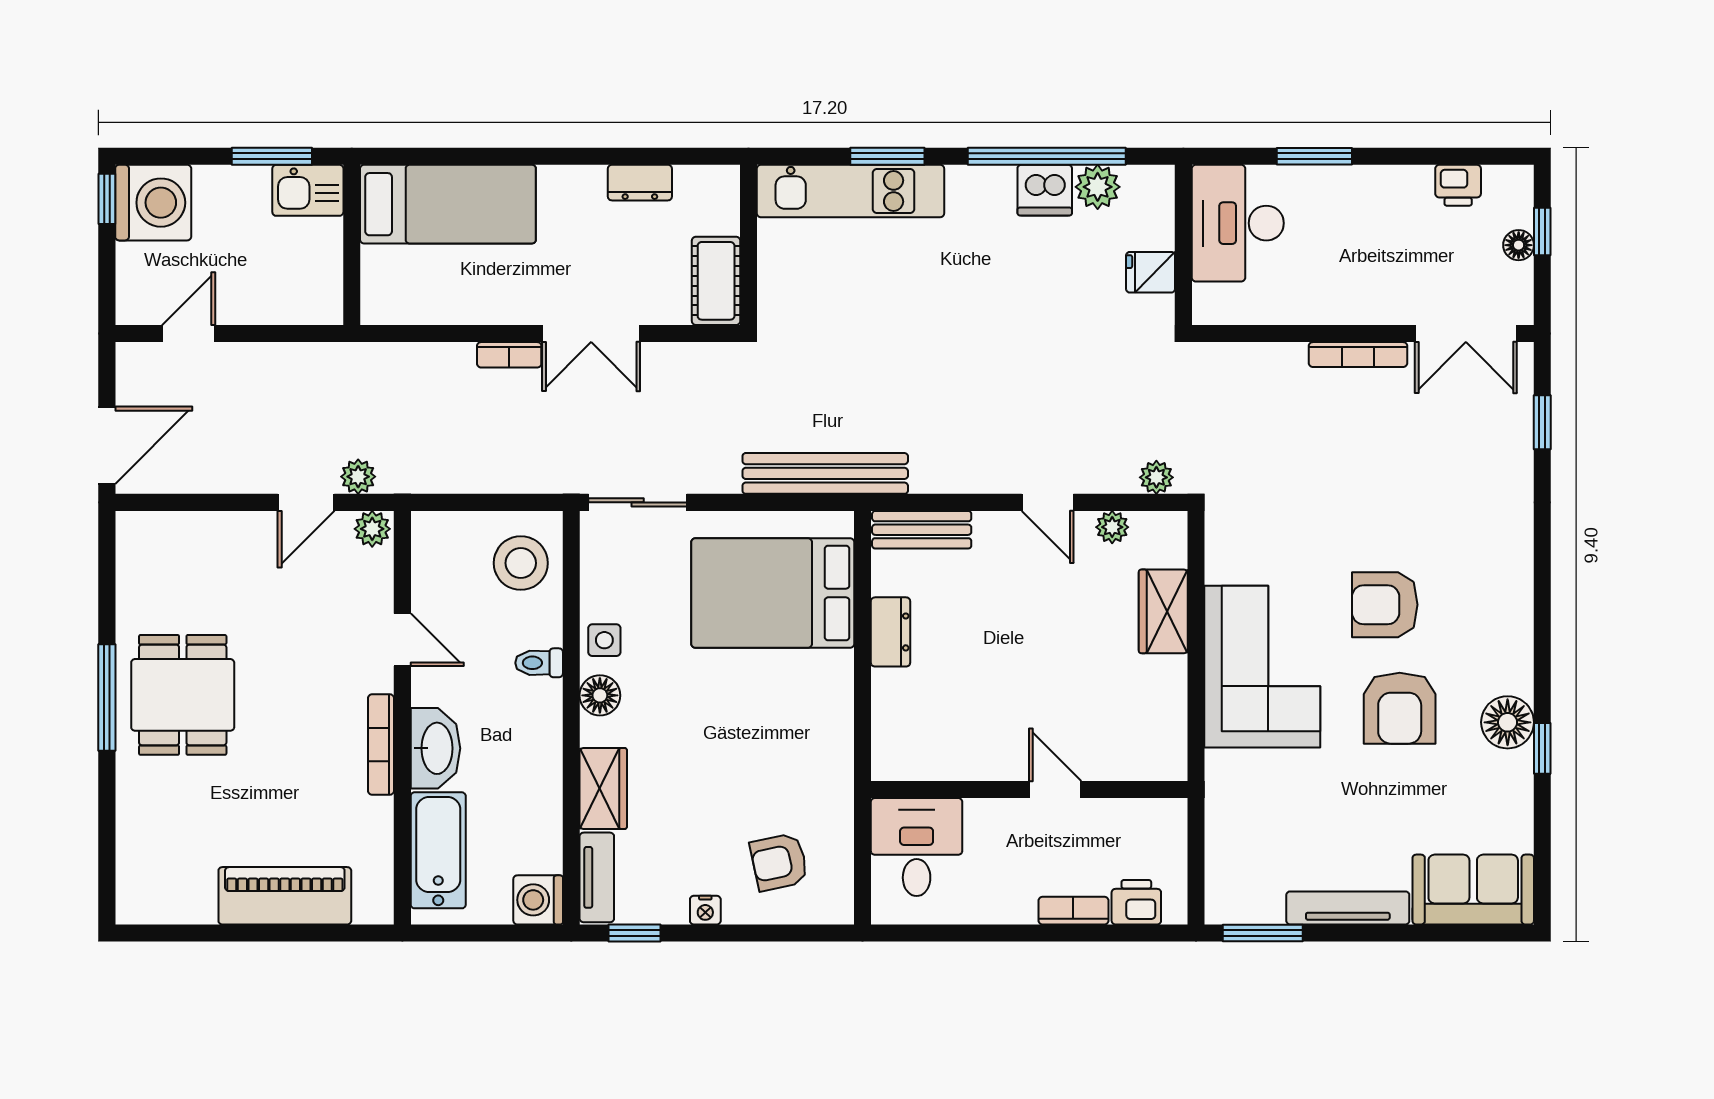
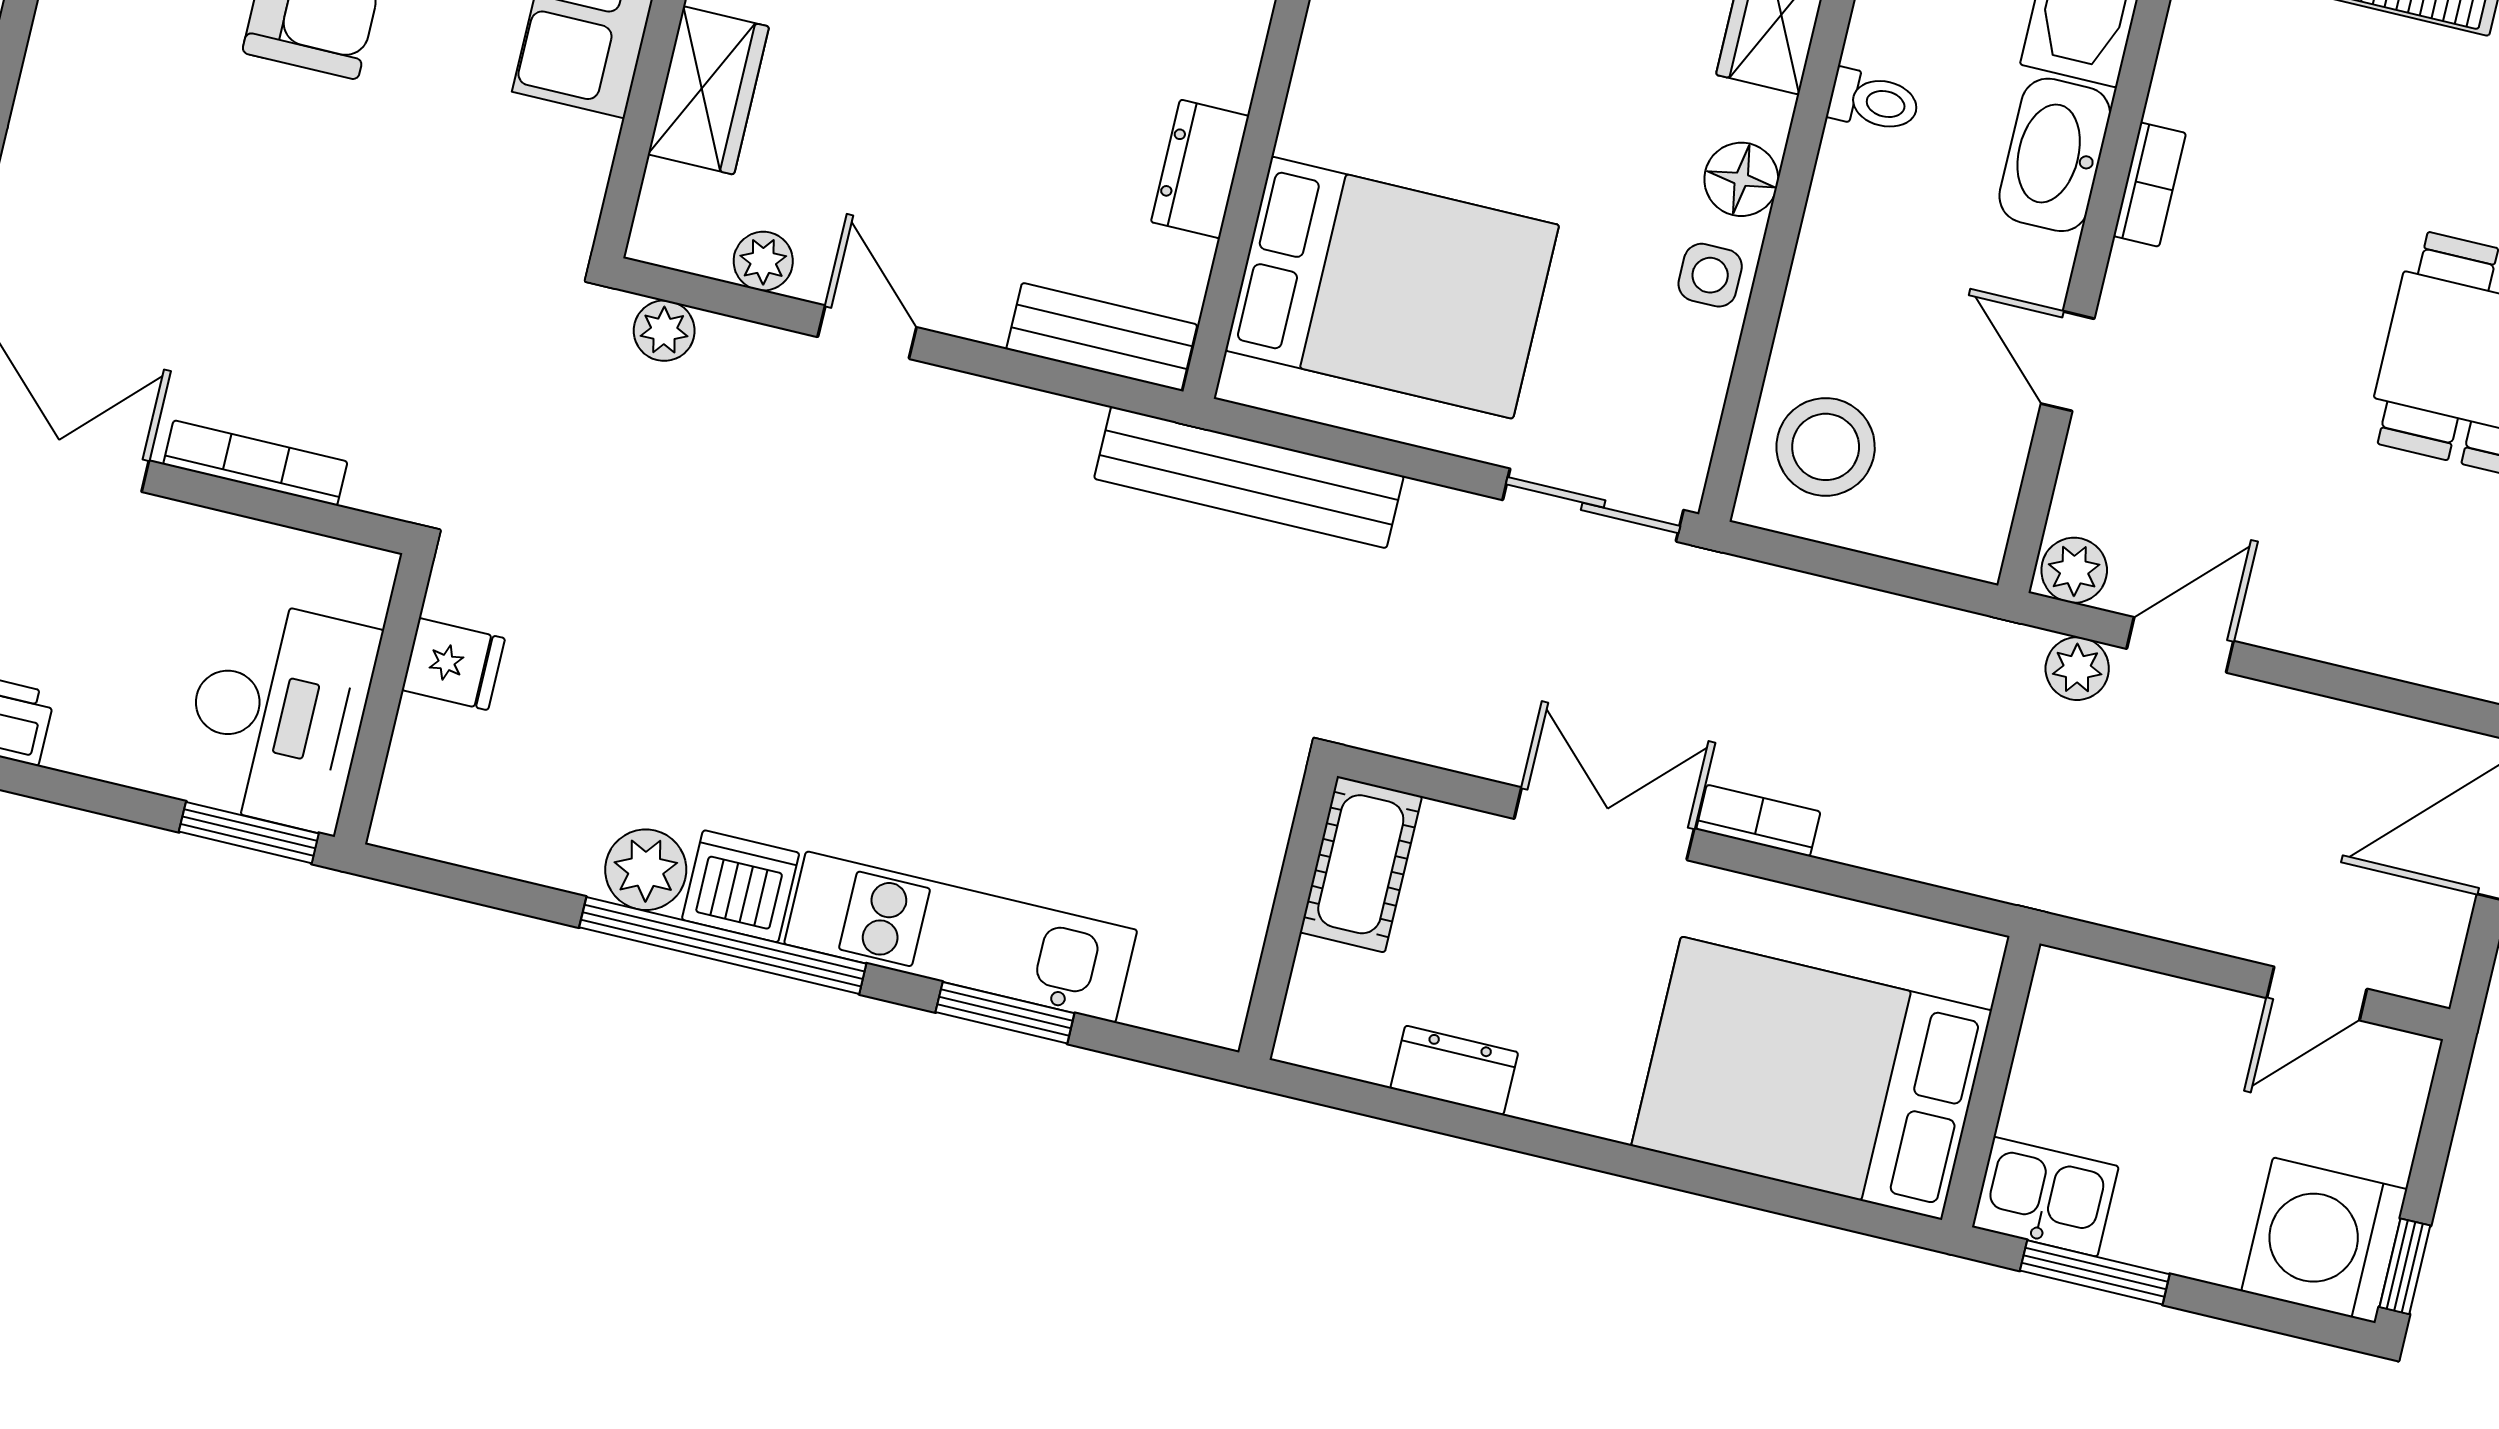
kitchen unit: (851, 191) -> (961, 937), moved
bed: (448, 204) -> (1812, 1078), width x1.50
desk: (1238, 223) -> (278, 714), moved
wall: (1183, 245) -> (384, 699), moved
fridge: (1151, 272) -> (453, 664), moved
toilet: (539, 663) -> (1874, 101), moved
bookcase: (381, 745) -> (2150, 185), width x0.64

